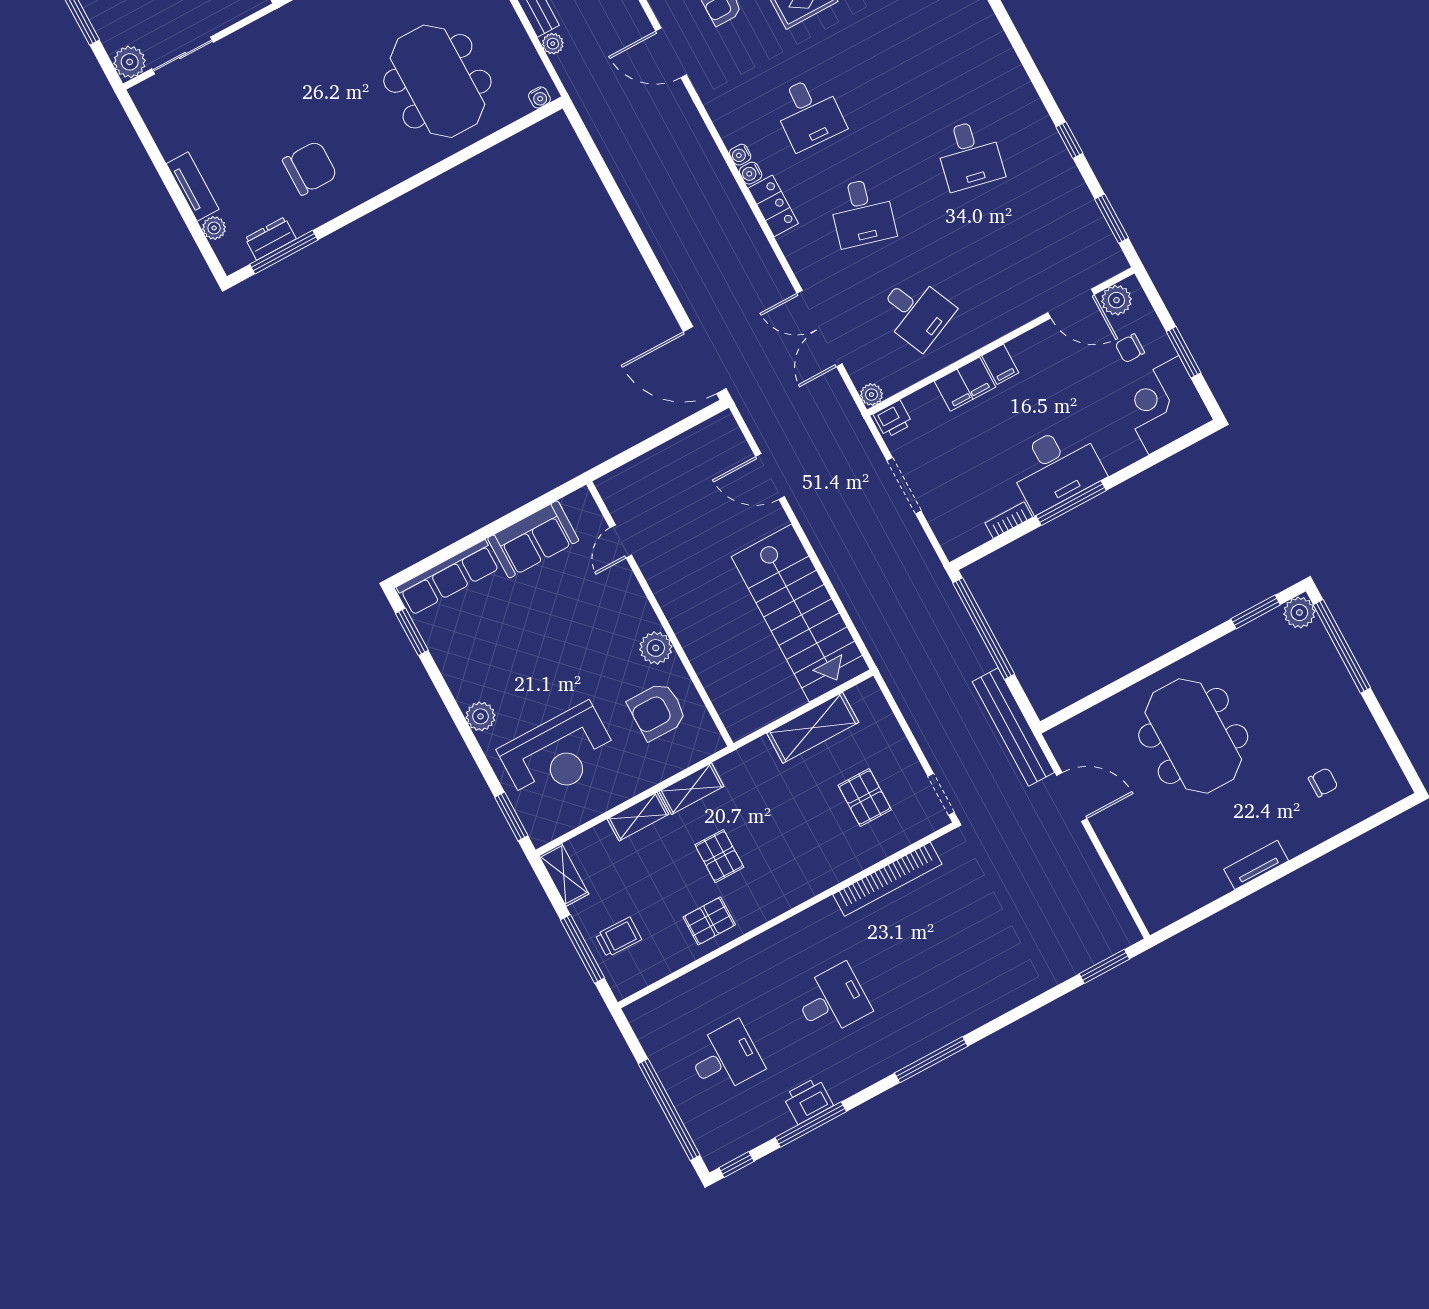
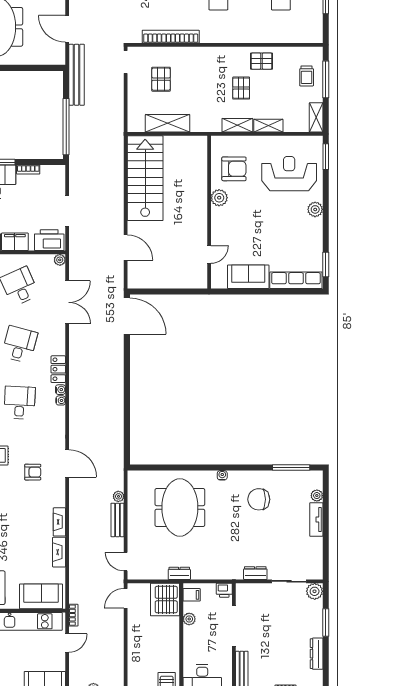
water cooler: (539, 97) -> (222, 475), moved
dresser: (271, 238) -> (255, 573), moved, turned 180
printer: (893, 419) -> (49, 240), width x1.87, depth x1.48
trolley: (618, 937) -> (307, 76), turned -91

